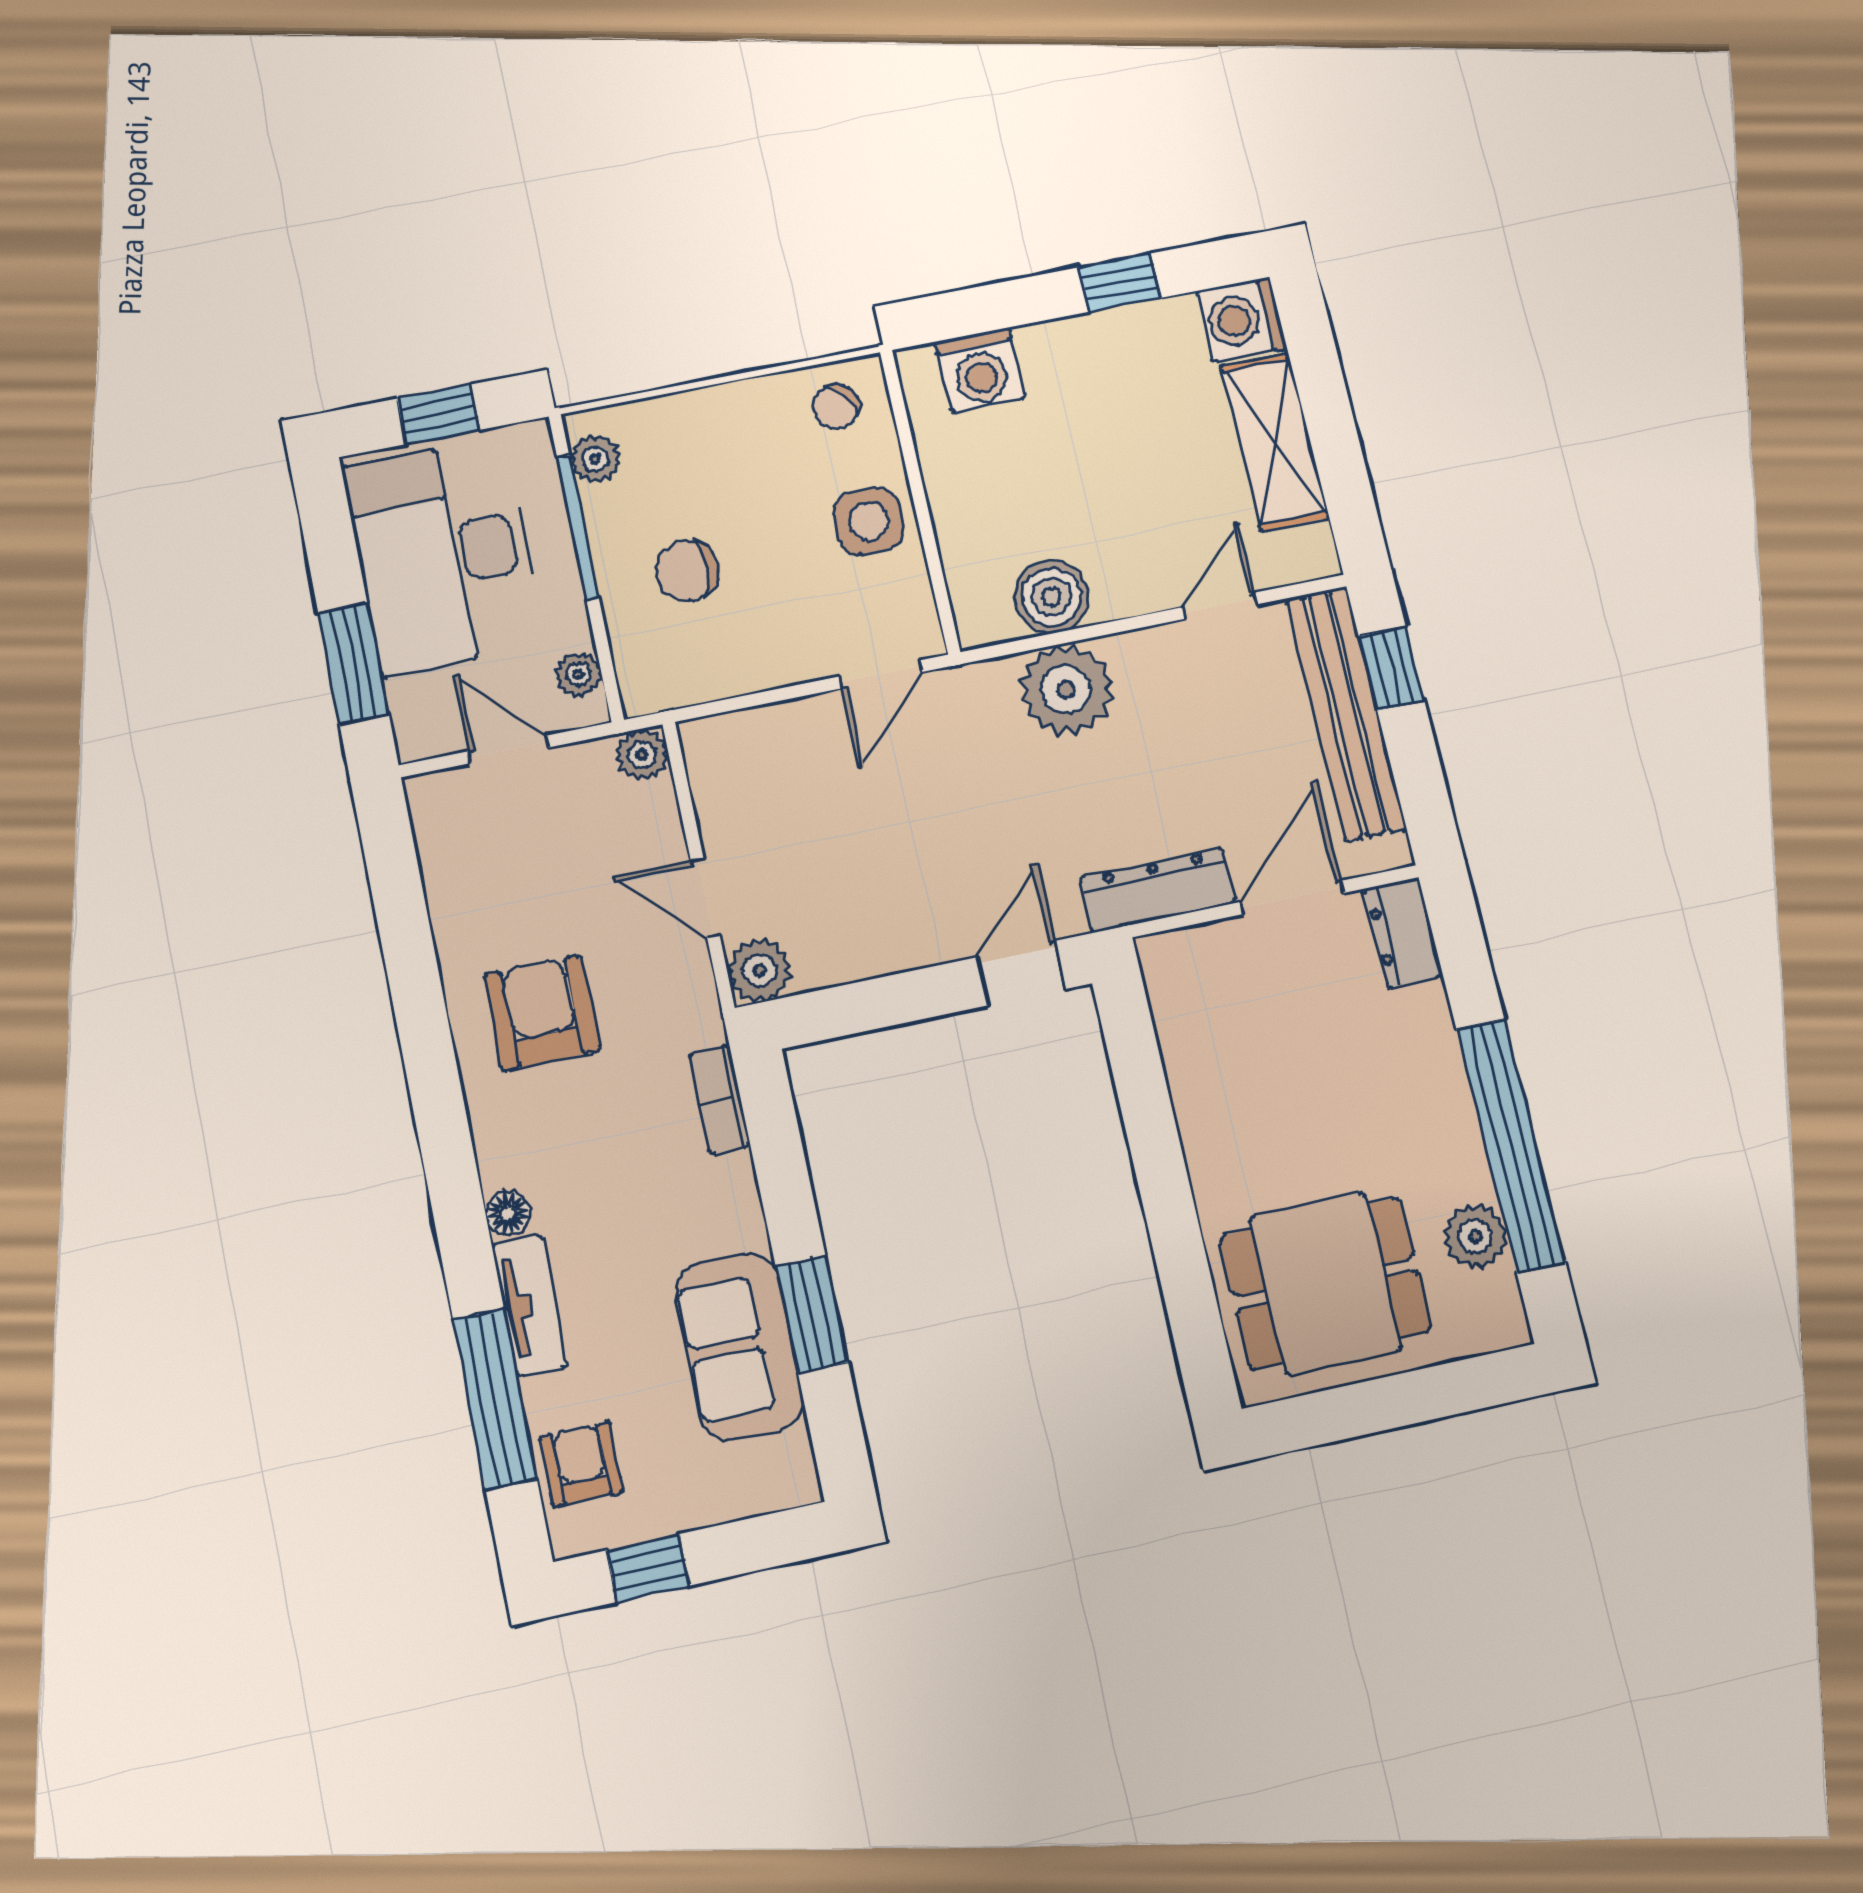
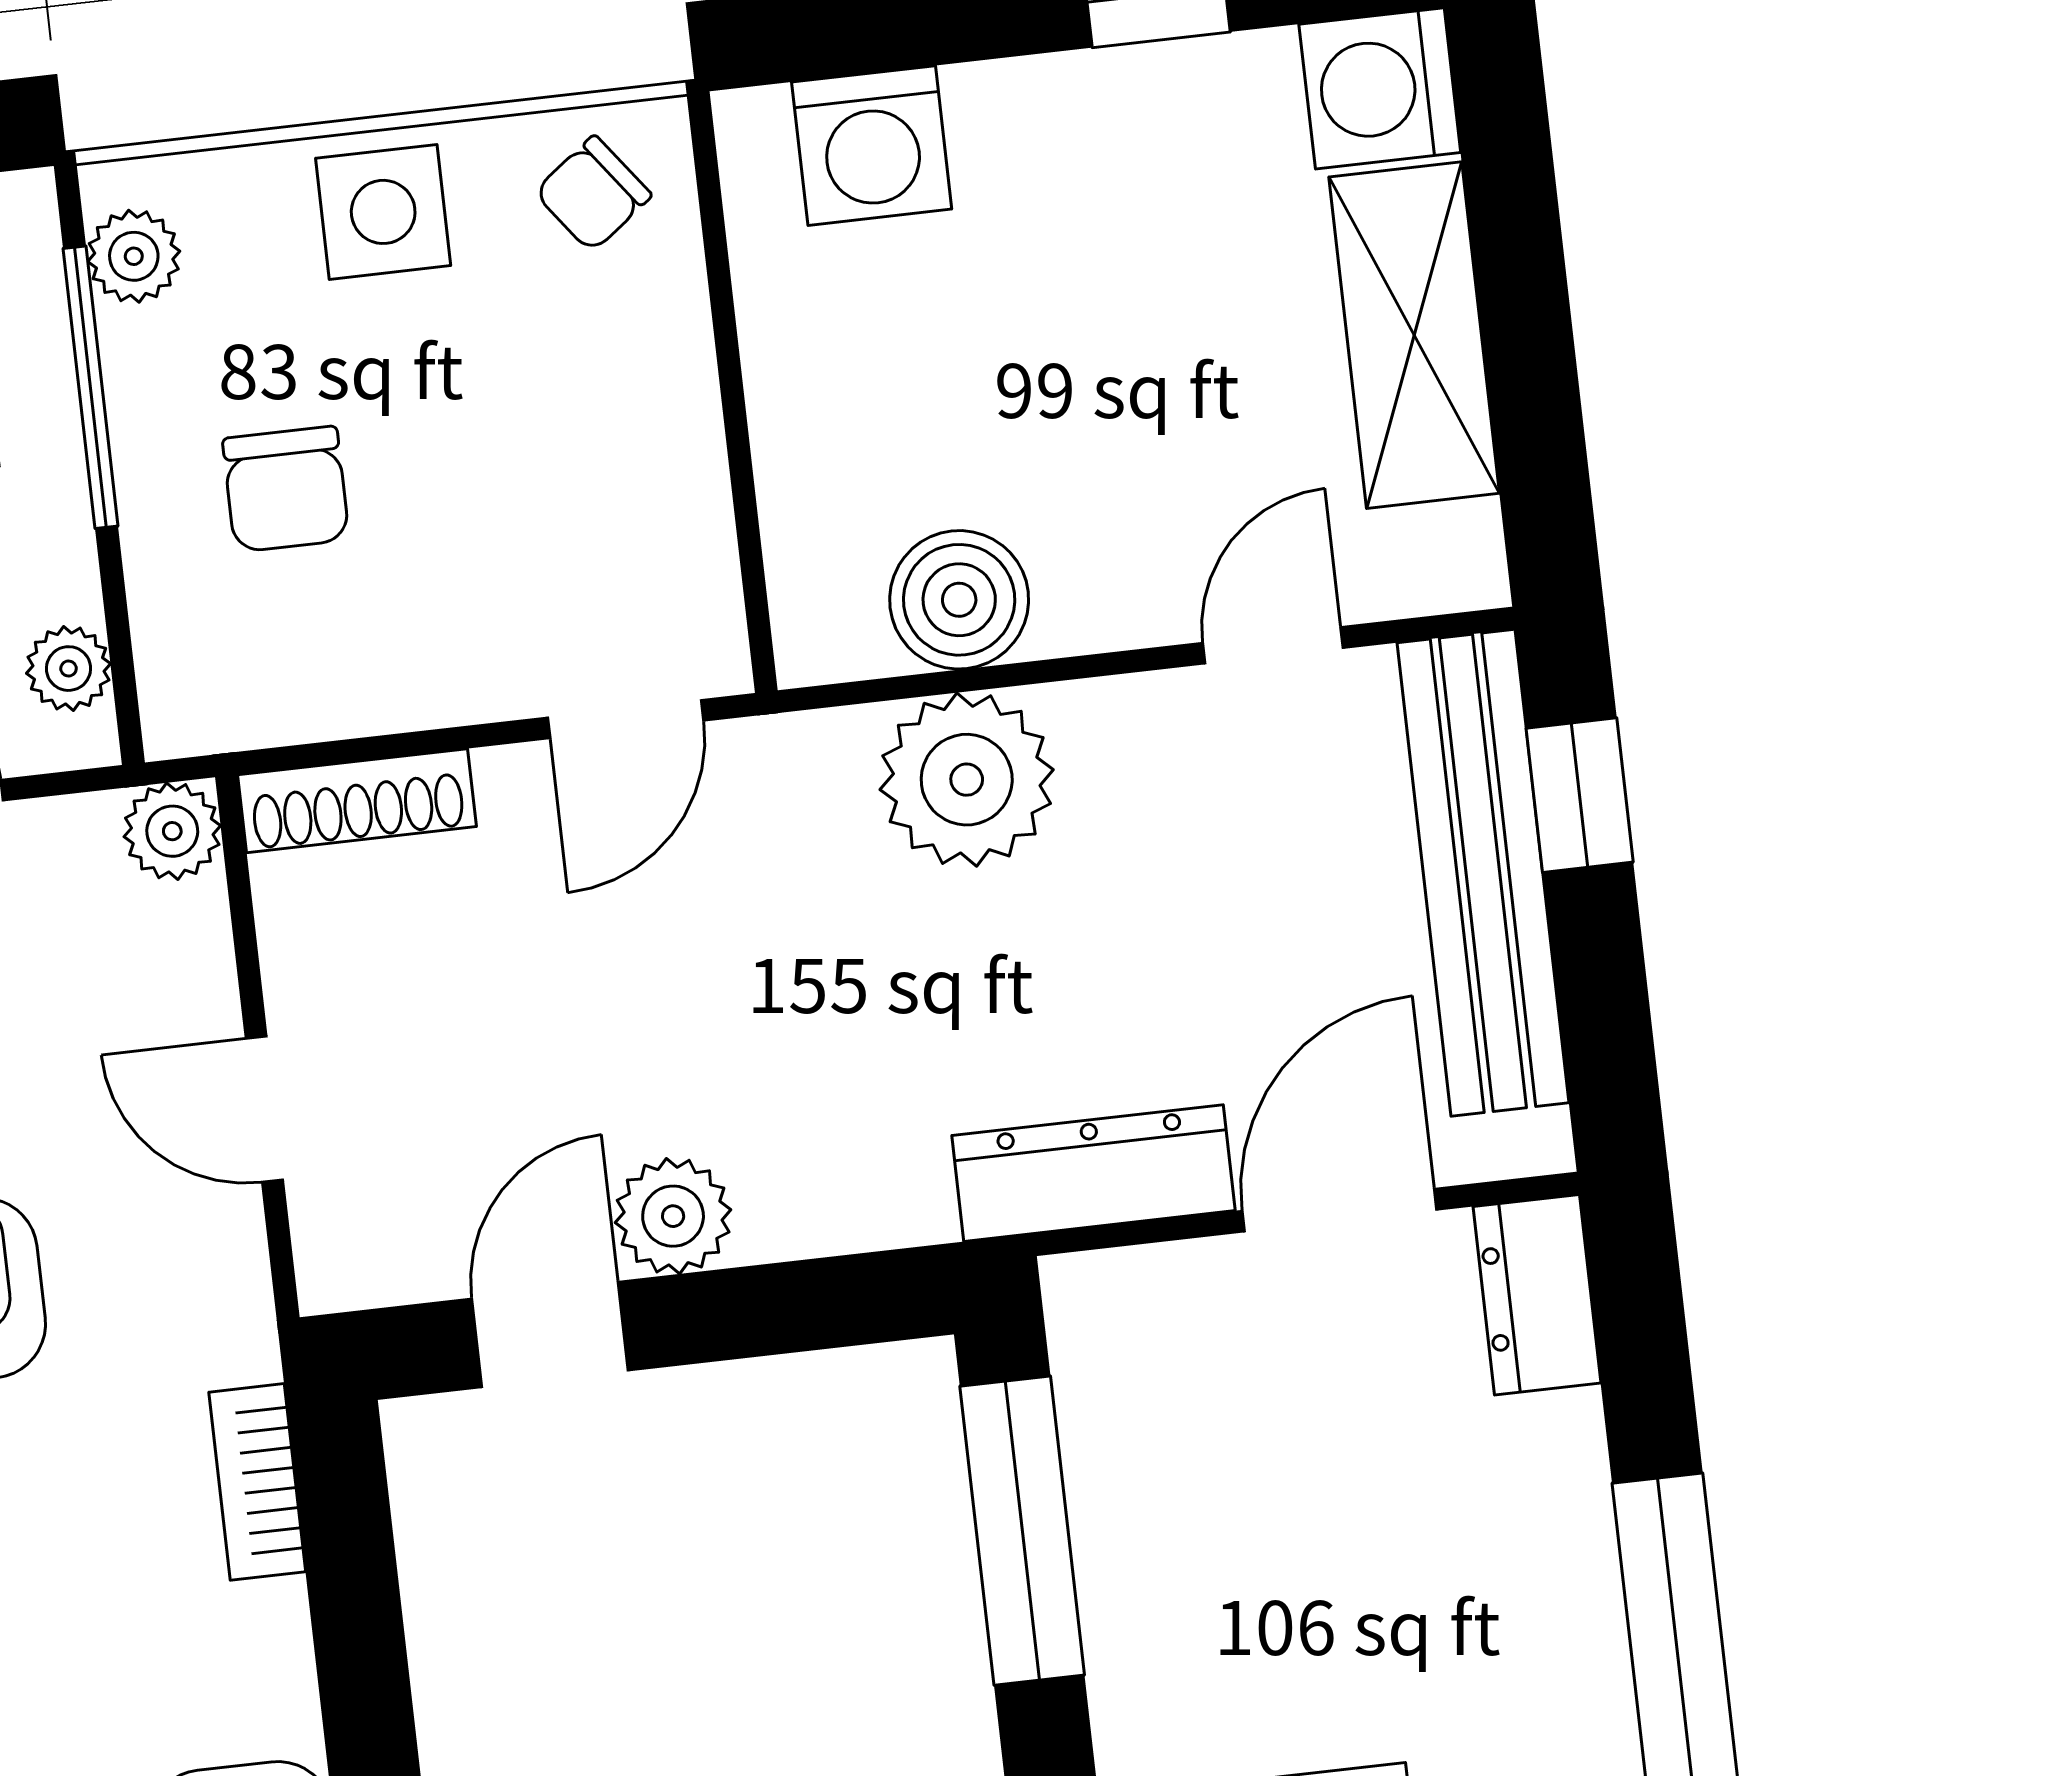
side table: (869, 521) -> (383, 212), moved
chair: (687, 571) -> (286, 489), turned -90
shoe rack: (740, 730) -> (357, 801), added
plant: (759, 971) -> (673, 1216), moved
door: (1021, 973) -> (550, 1335), moved
window: (1141, 1086) -> (1022, 1531), added

